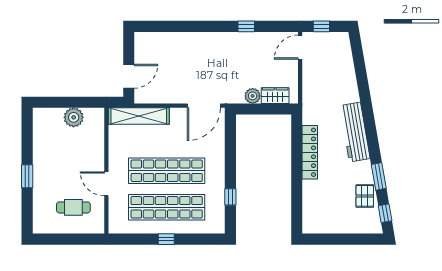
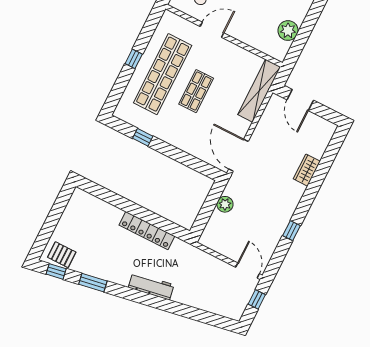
wardrobe: (275, 96) -> (307, 170), moved, turned 180
workbench: (355, 132) -> (151, 286), width x0.73, depth x0.76
shop shelf: (167, 171) -> (196, 91), width x0.50, depth x0.74
pallet: (365, 196) -> (62, 255), moved

